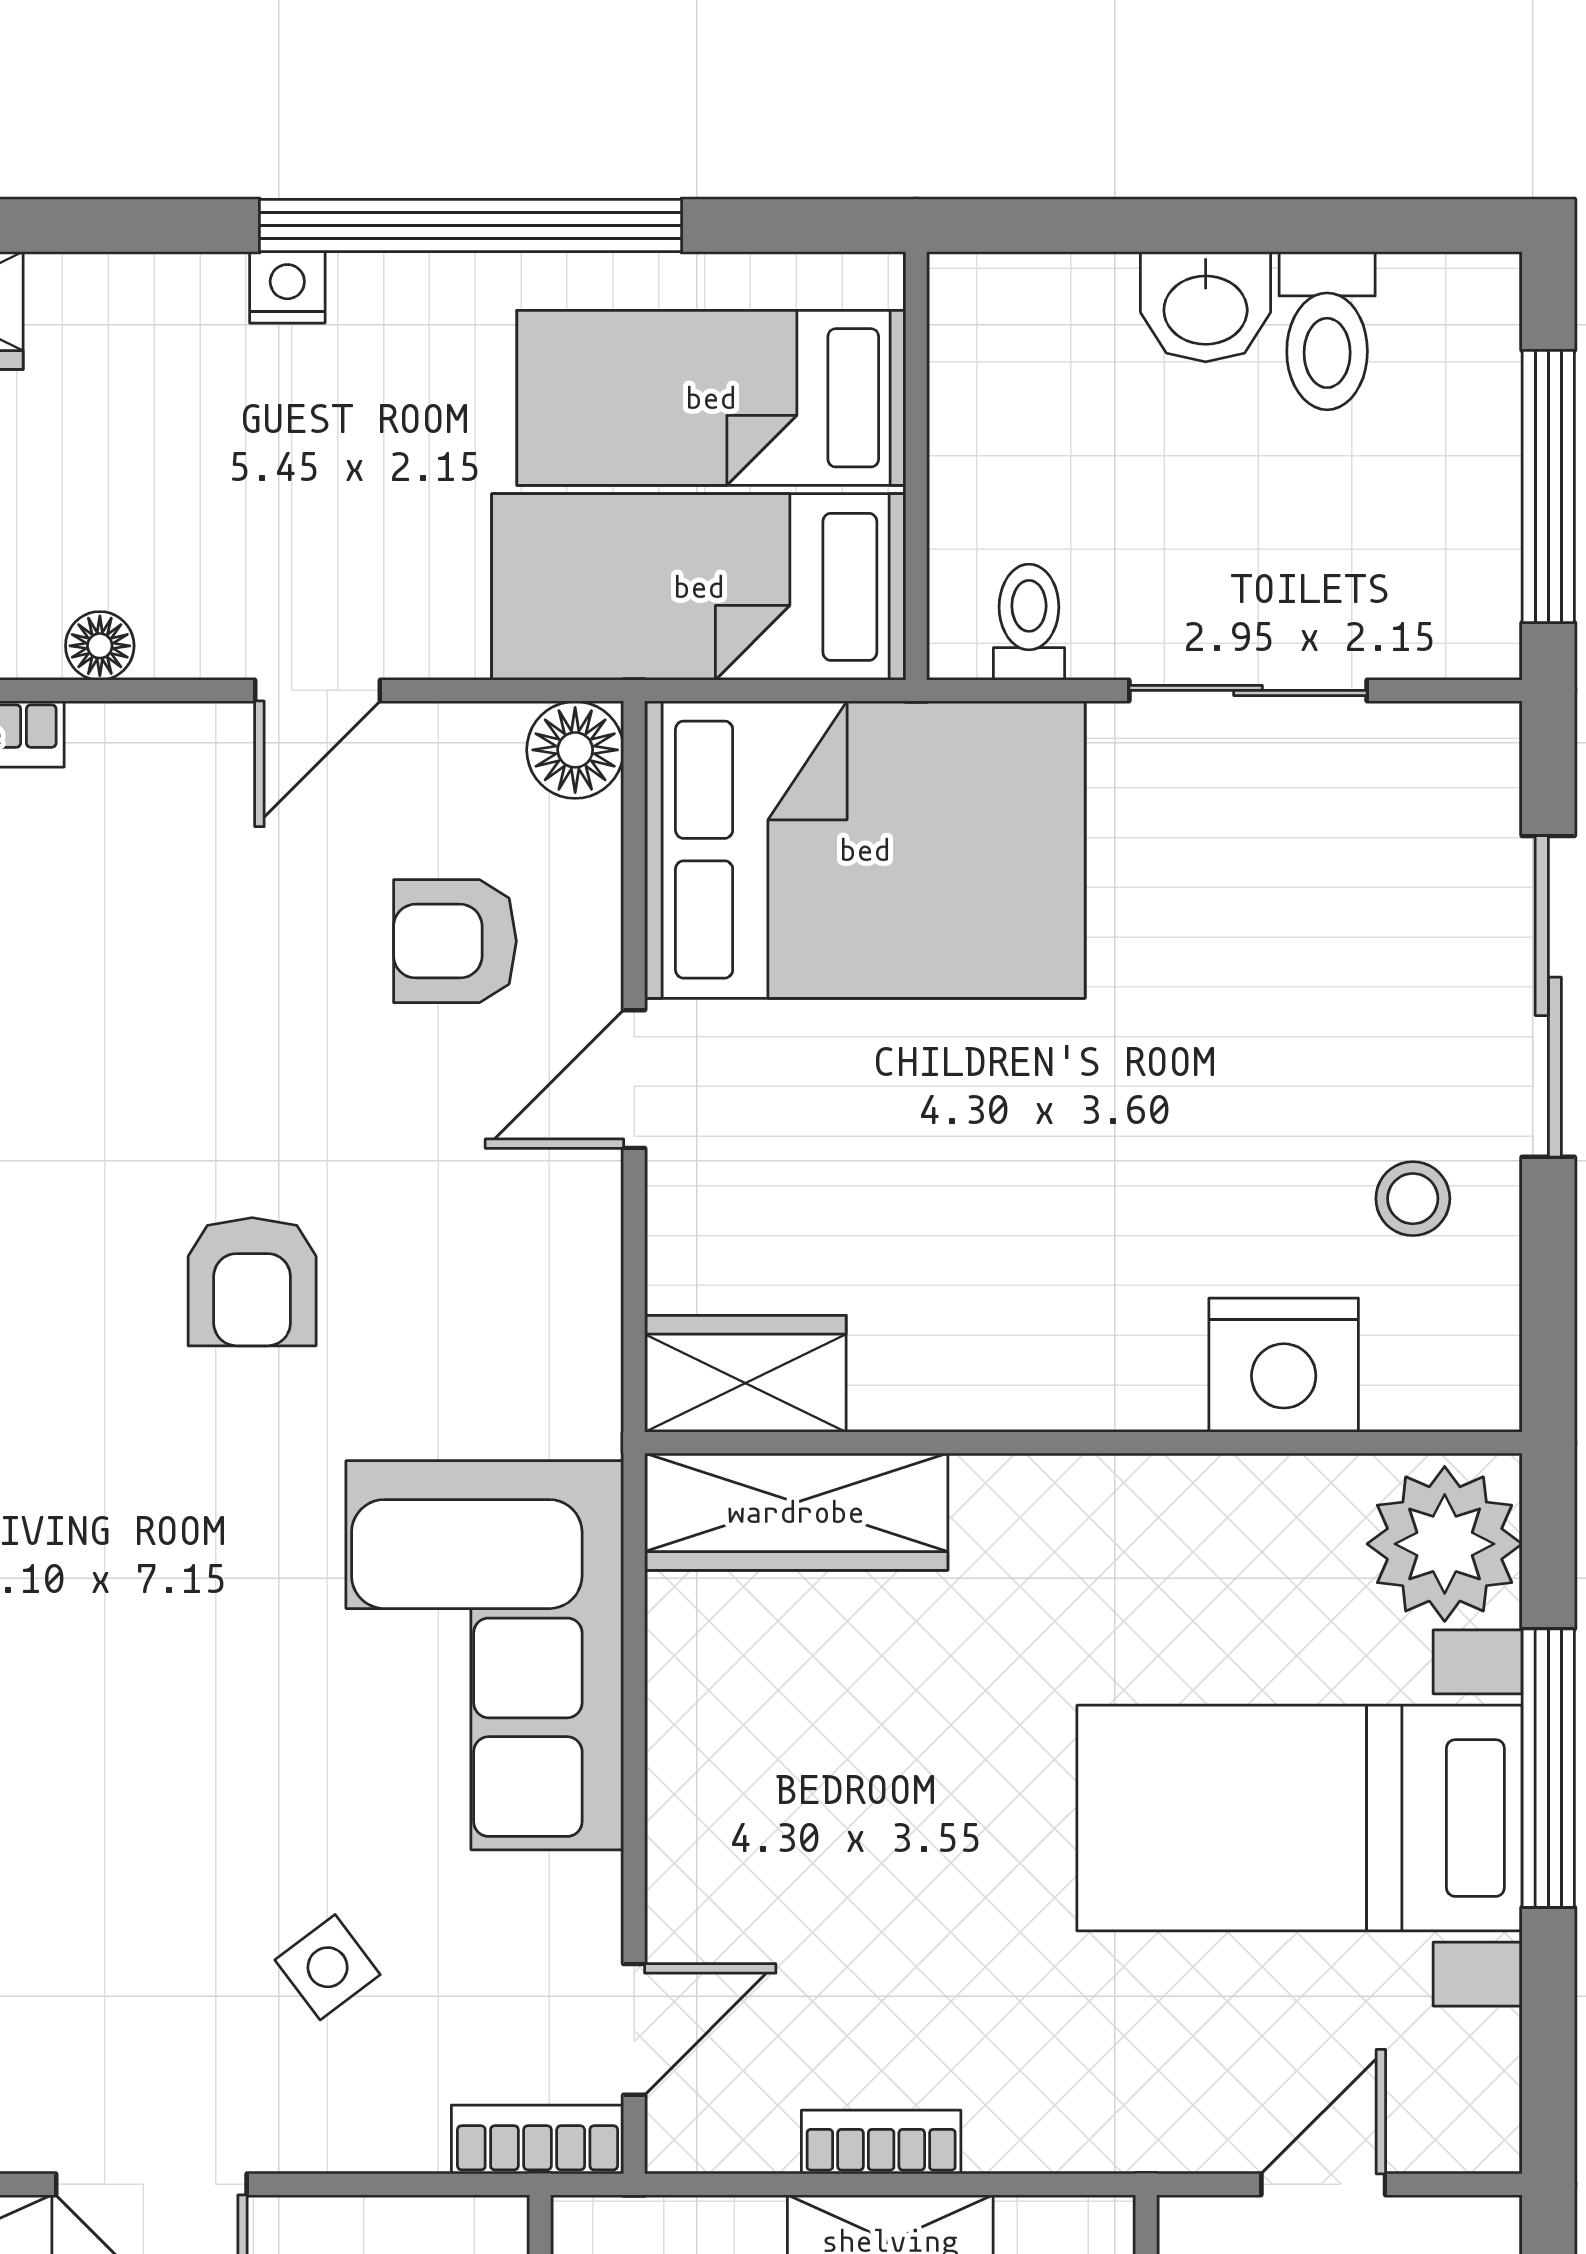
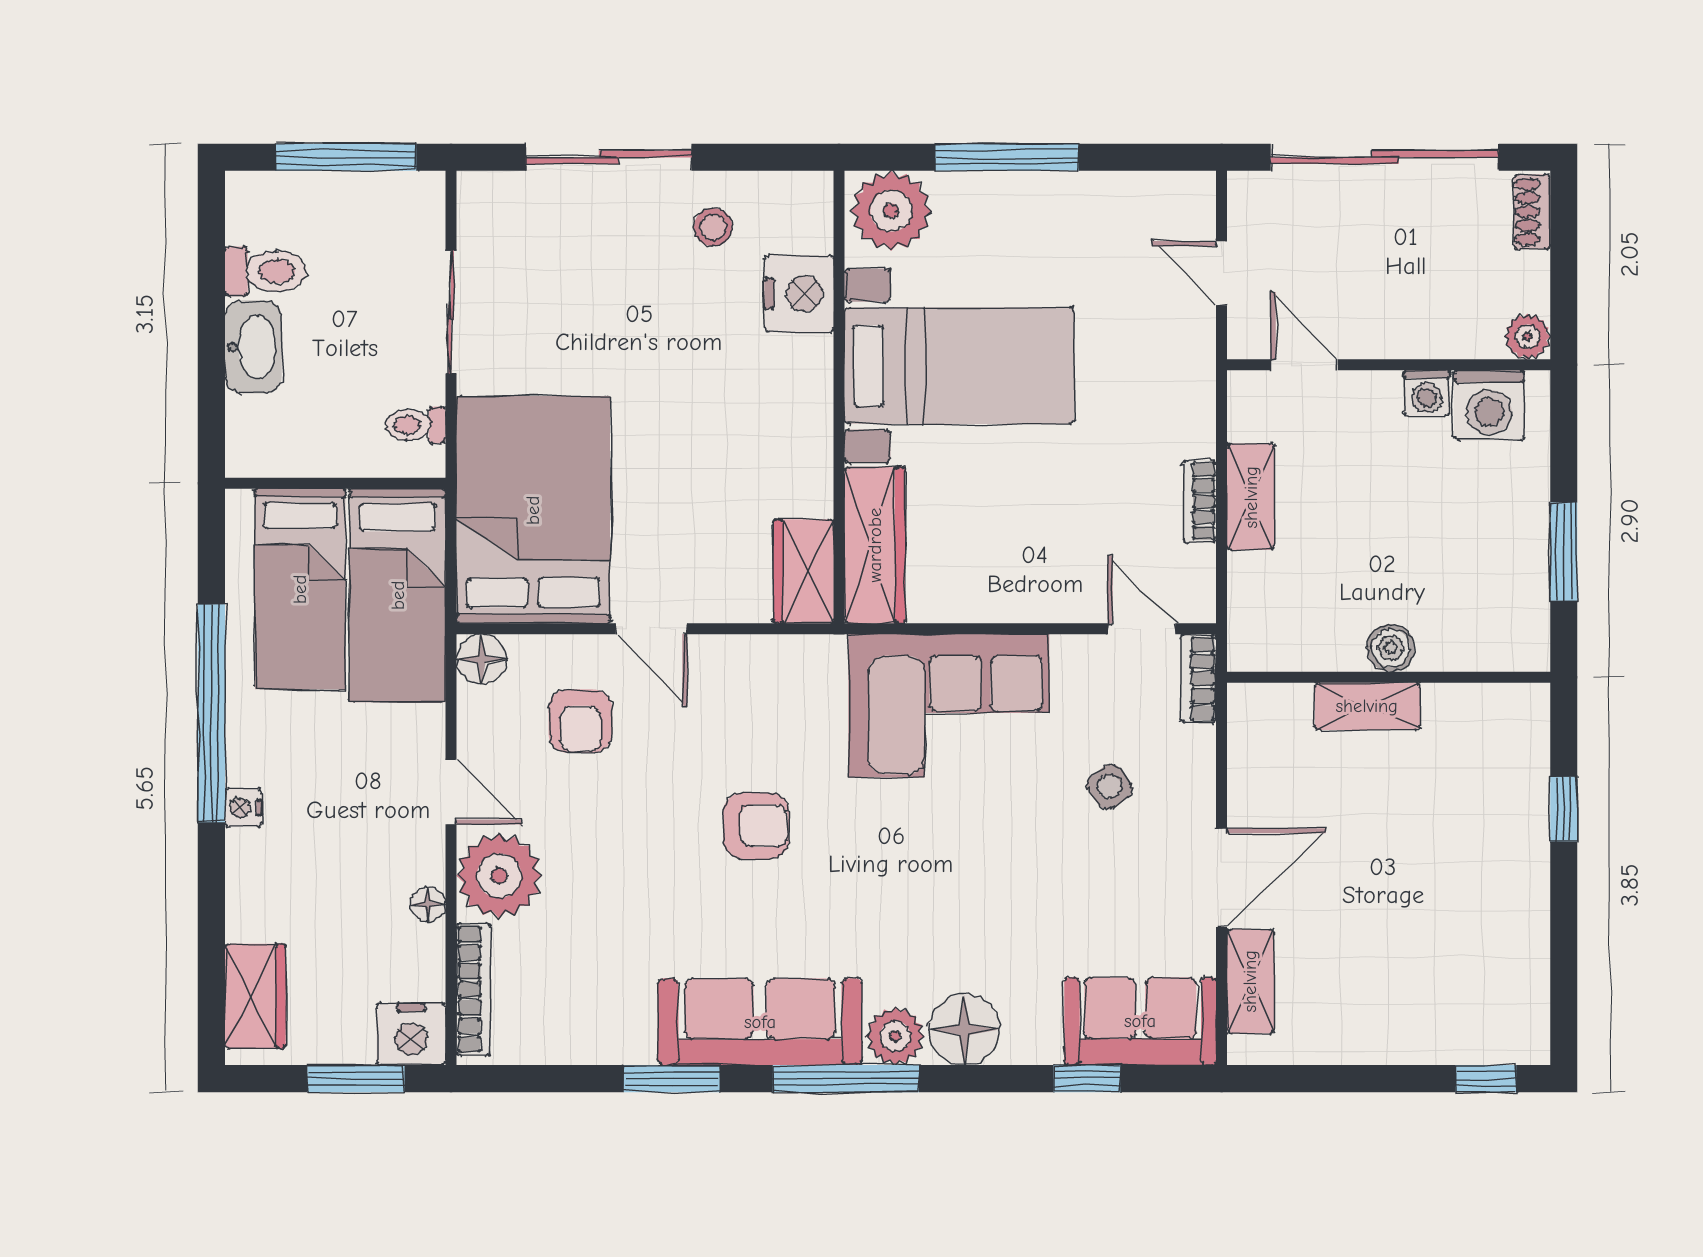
washbasin: (1206, 307) -> (253, 347), width x1.38
plant: (155, 784) -> (499, 876), added
bed with nightstands: (1300, 1818) -> (959, 366), moved, turned -90

